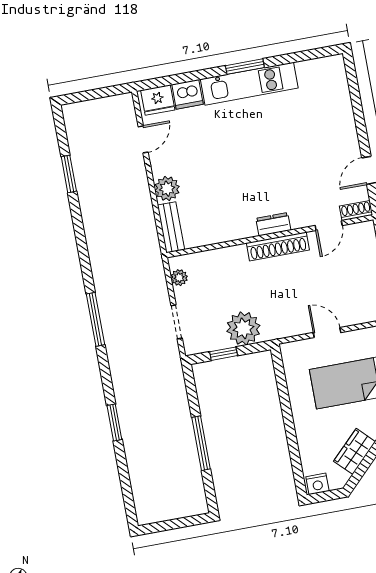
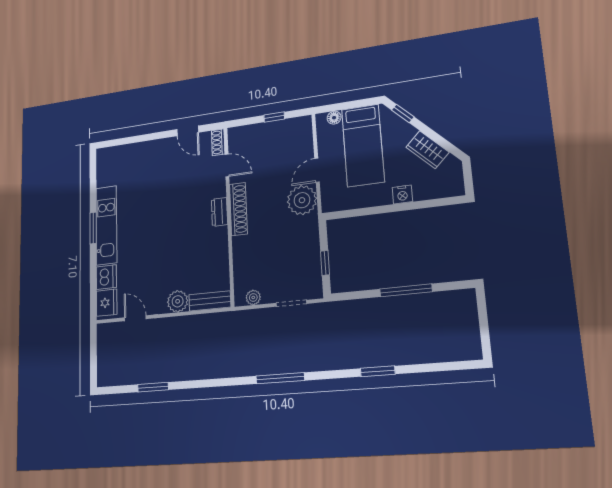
plant: (243, 328) -> (302, 200), moved
nightstand: (317, 484) -> (402, 194), moved, turned 90

